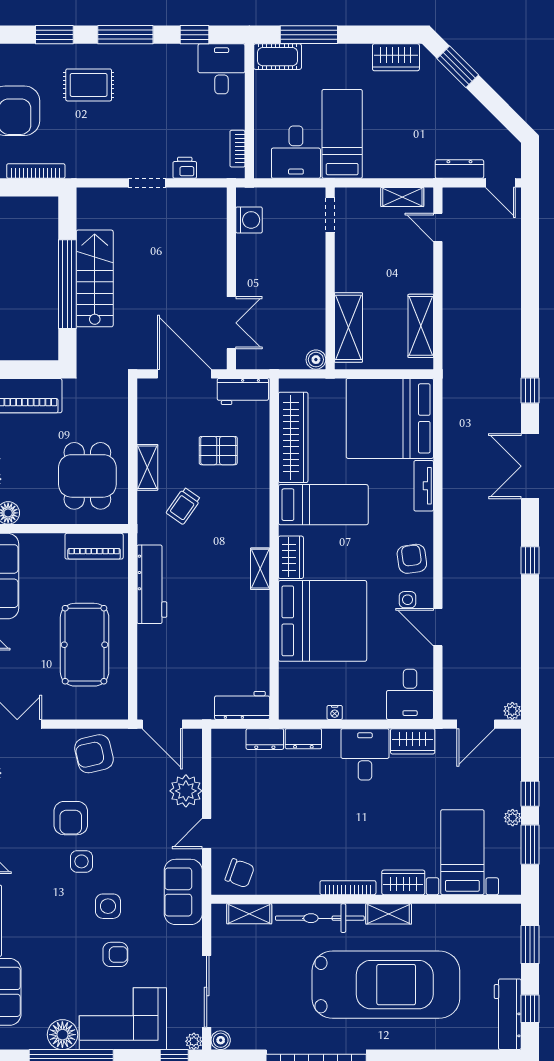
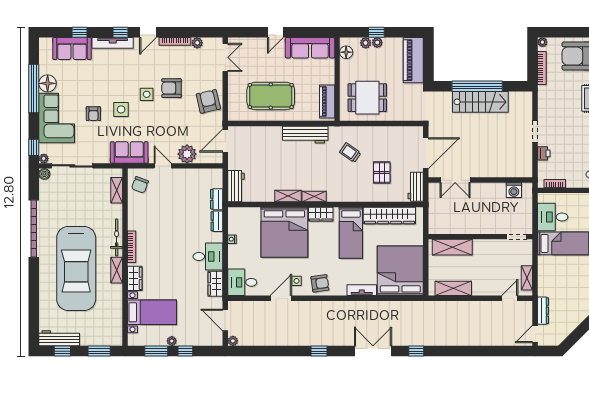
boiler: (316, 360) -> (434, 228), removed
shelving: (147, 467) -> (288, 196), moved
bicycle: (320, 918) -> (117, 237), width x0.73, depth x0.71

